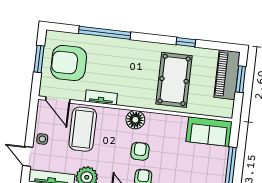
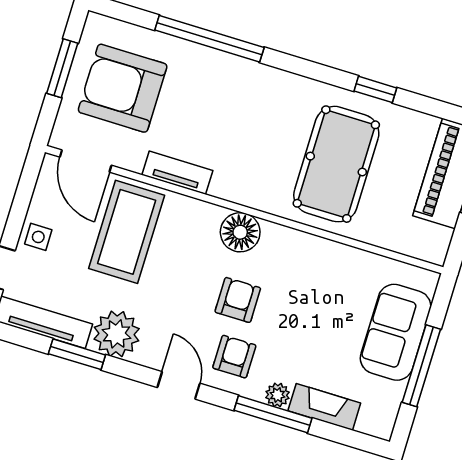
sofa: (209, 132) -> (396, 332), moved, turned 90

